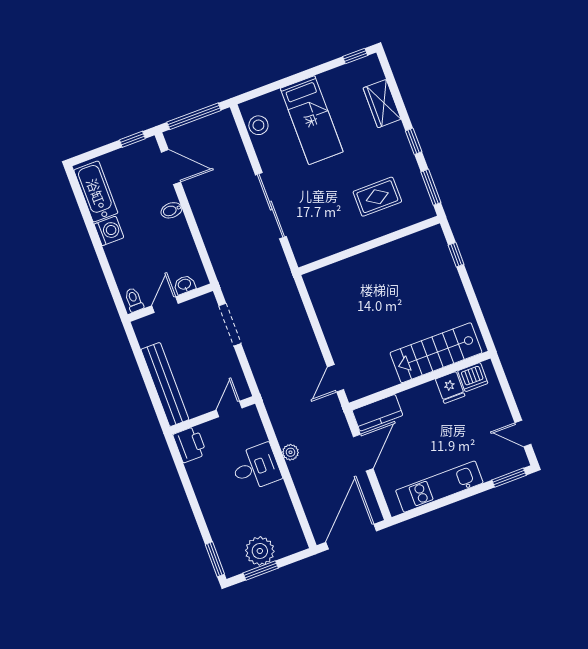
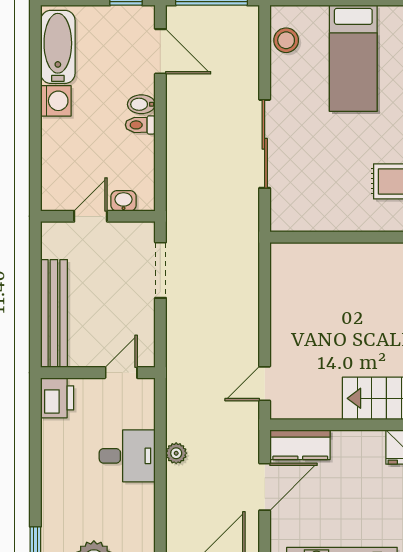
toilet: (134, 300) -> (140, 125), moved, turned -90

